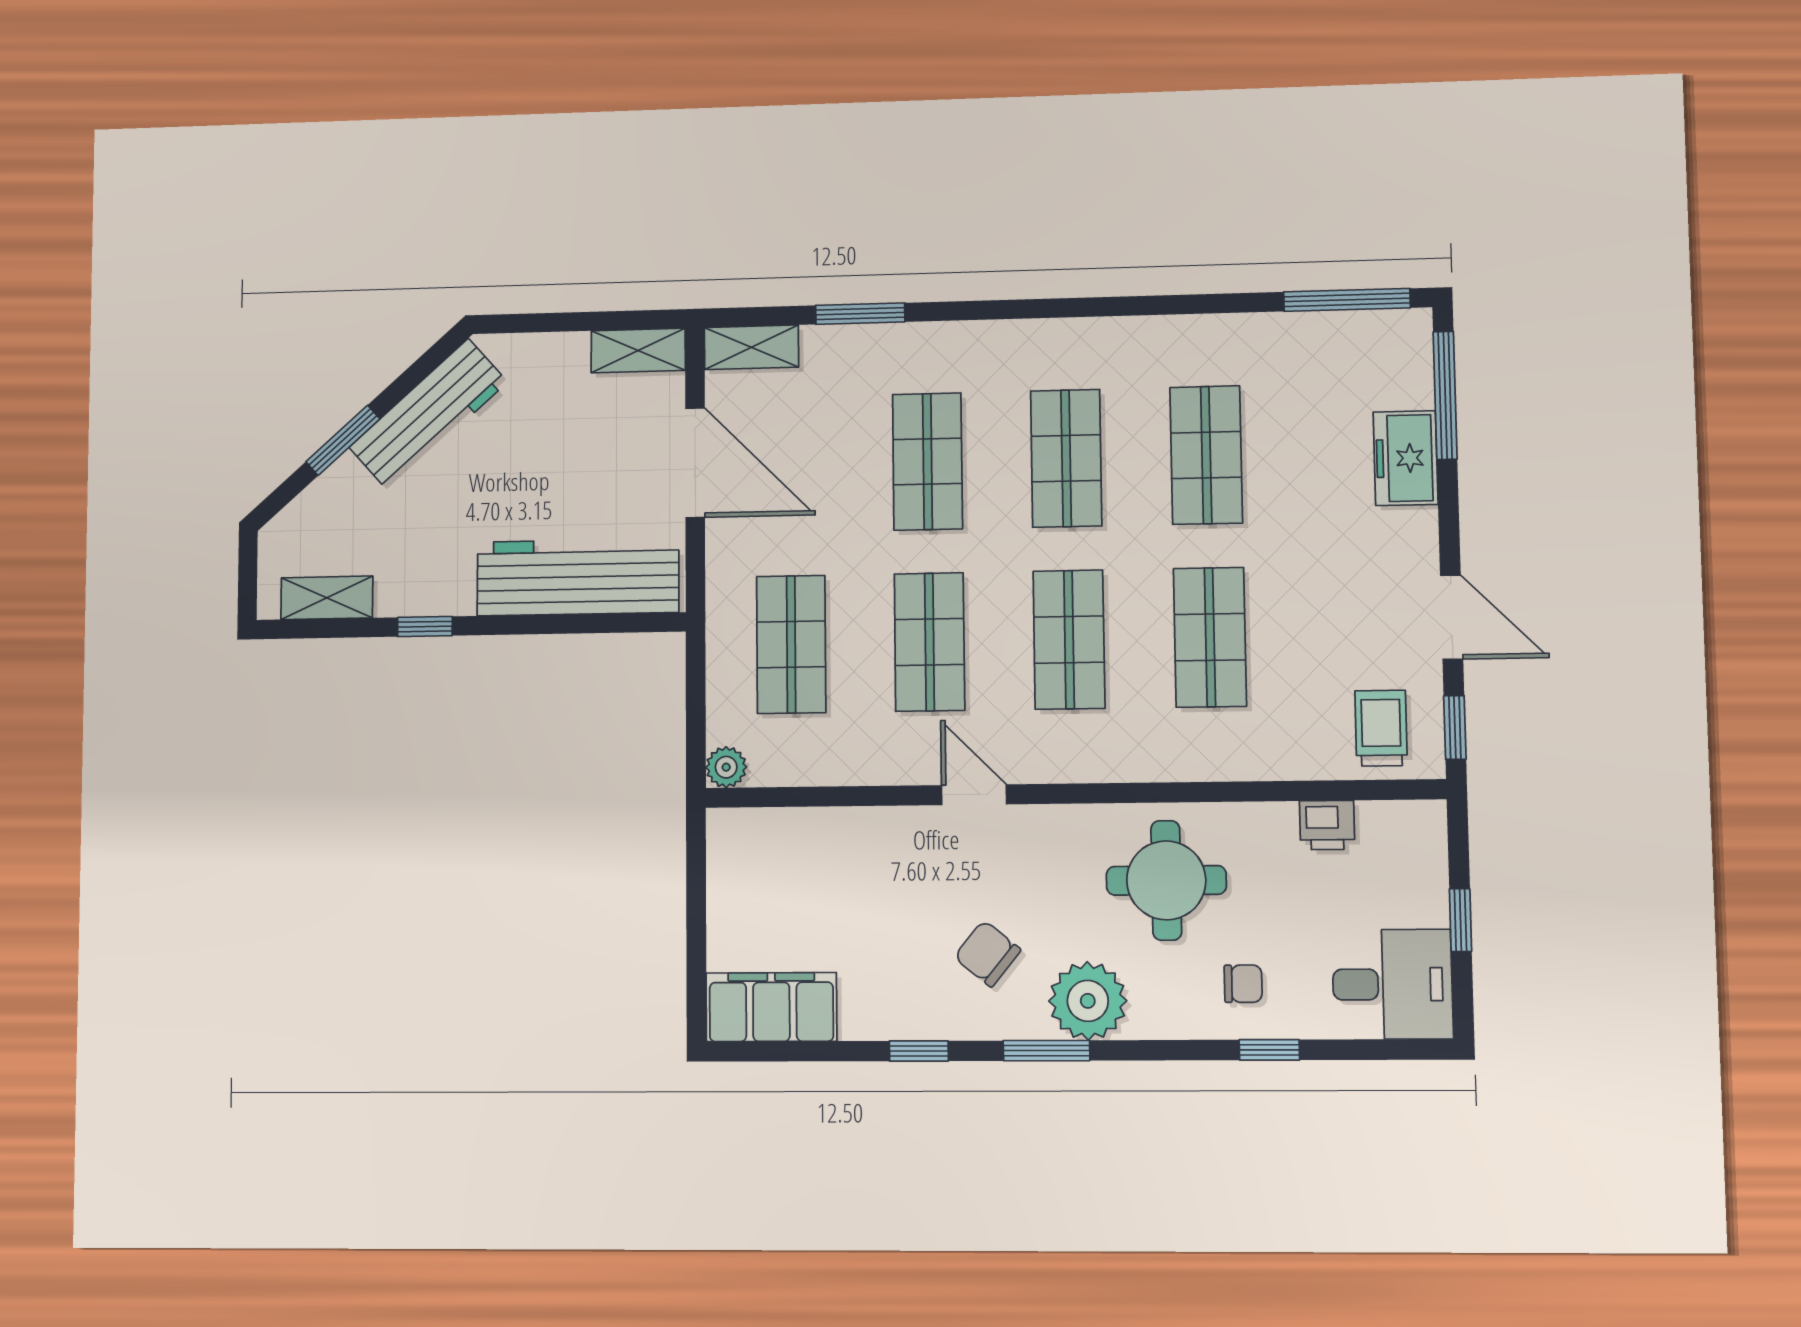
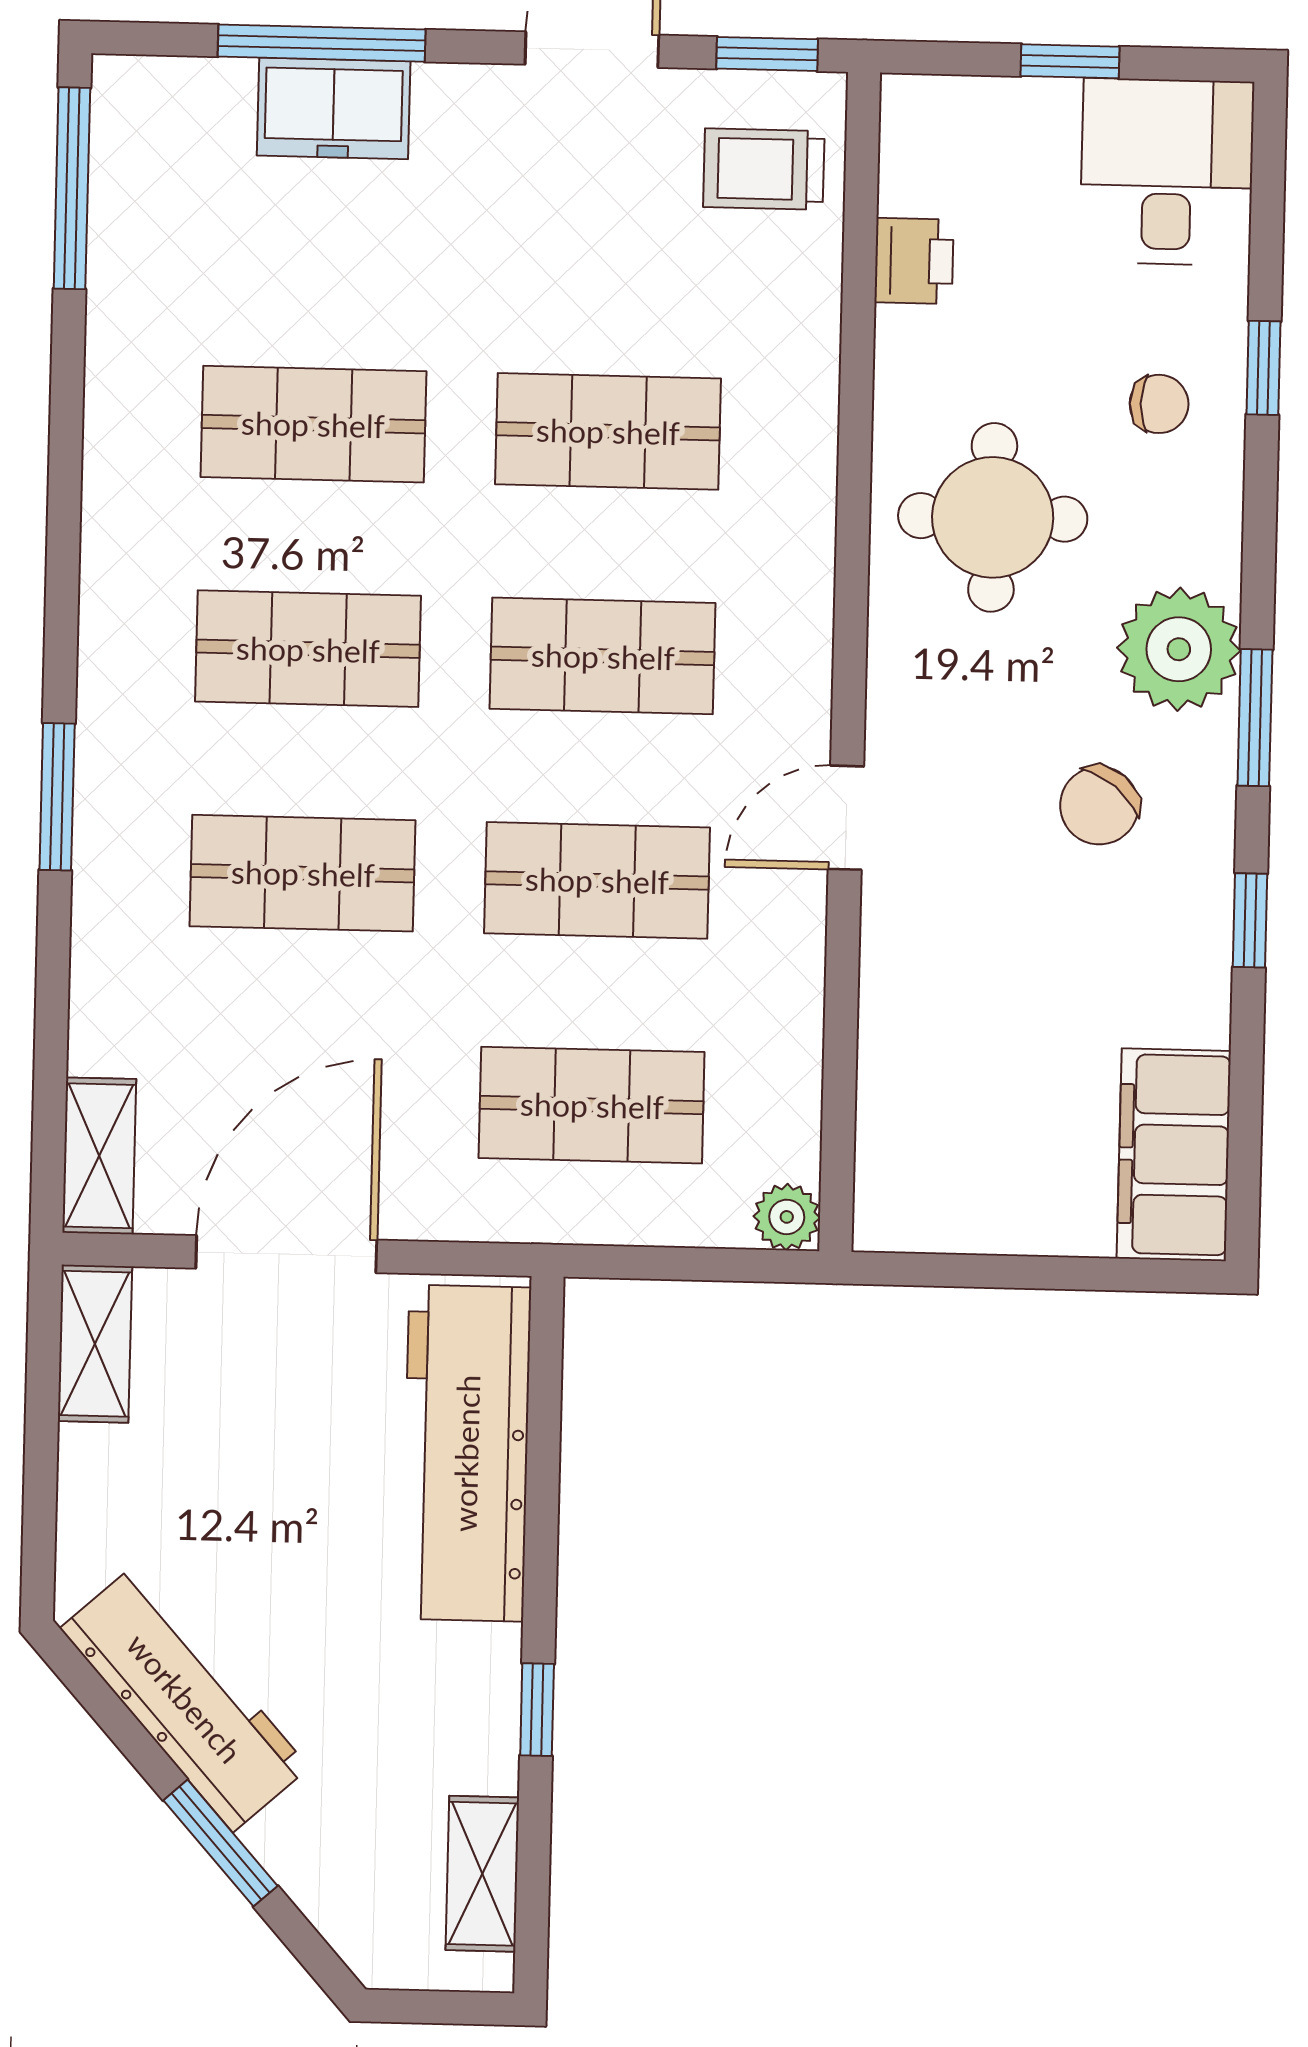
window: (860, 314) -> (57, 797), moved
window: (1445, 395) -> (322, 43), moved
chair: (1243, 984) -> (1159, 404), turned 90

